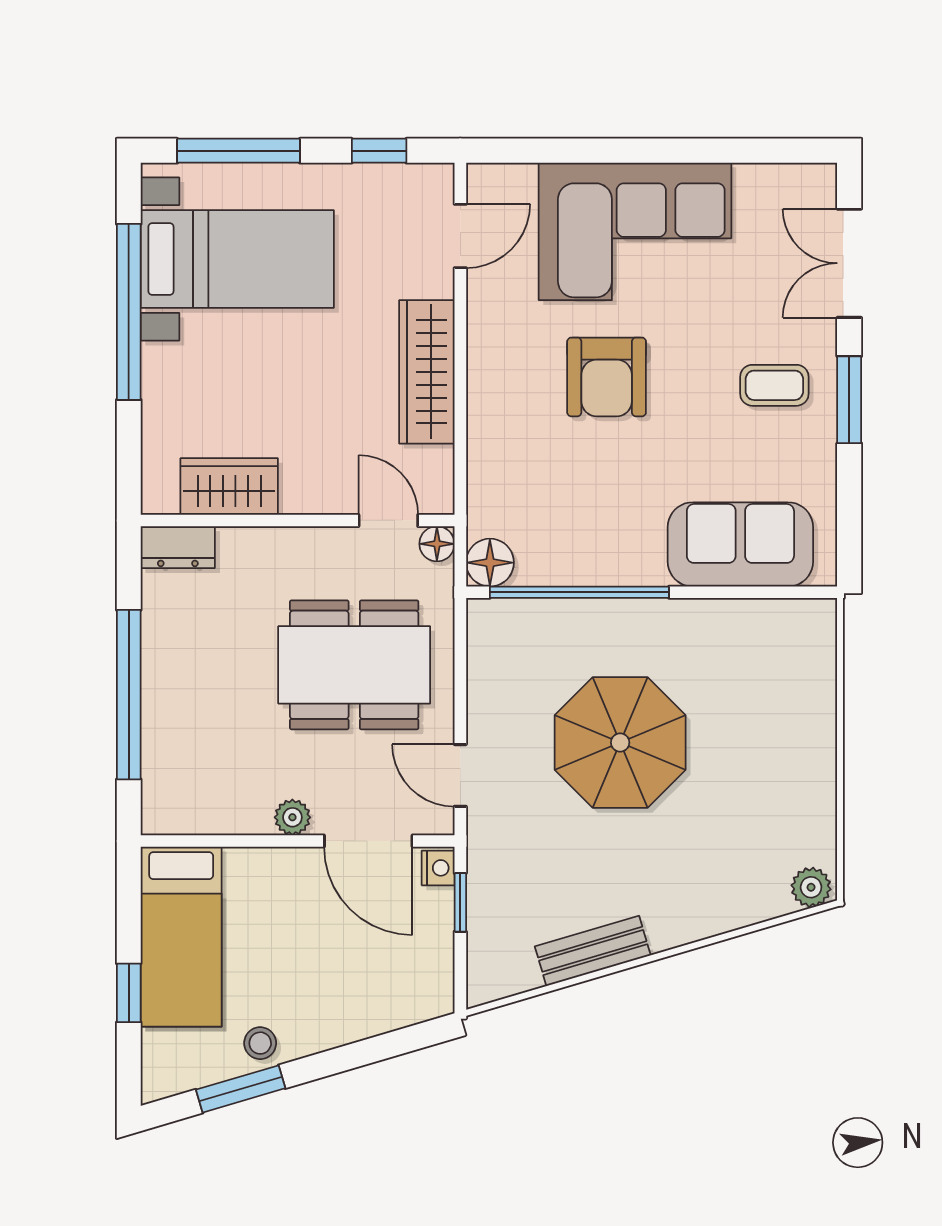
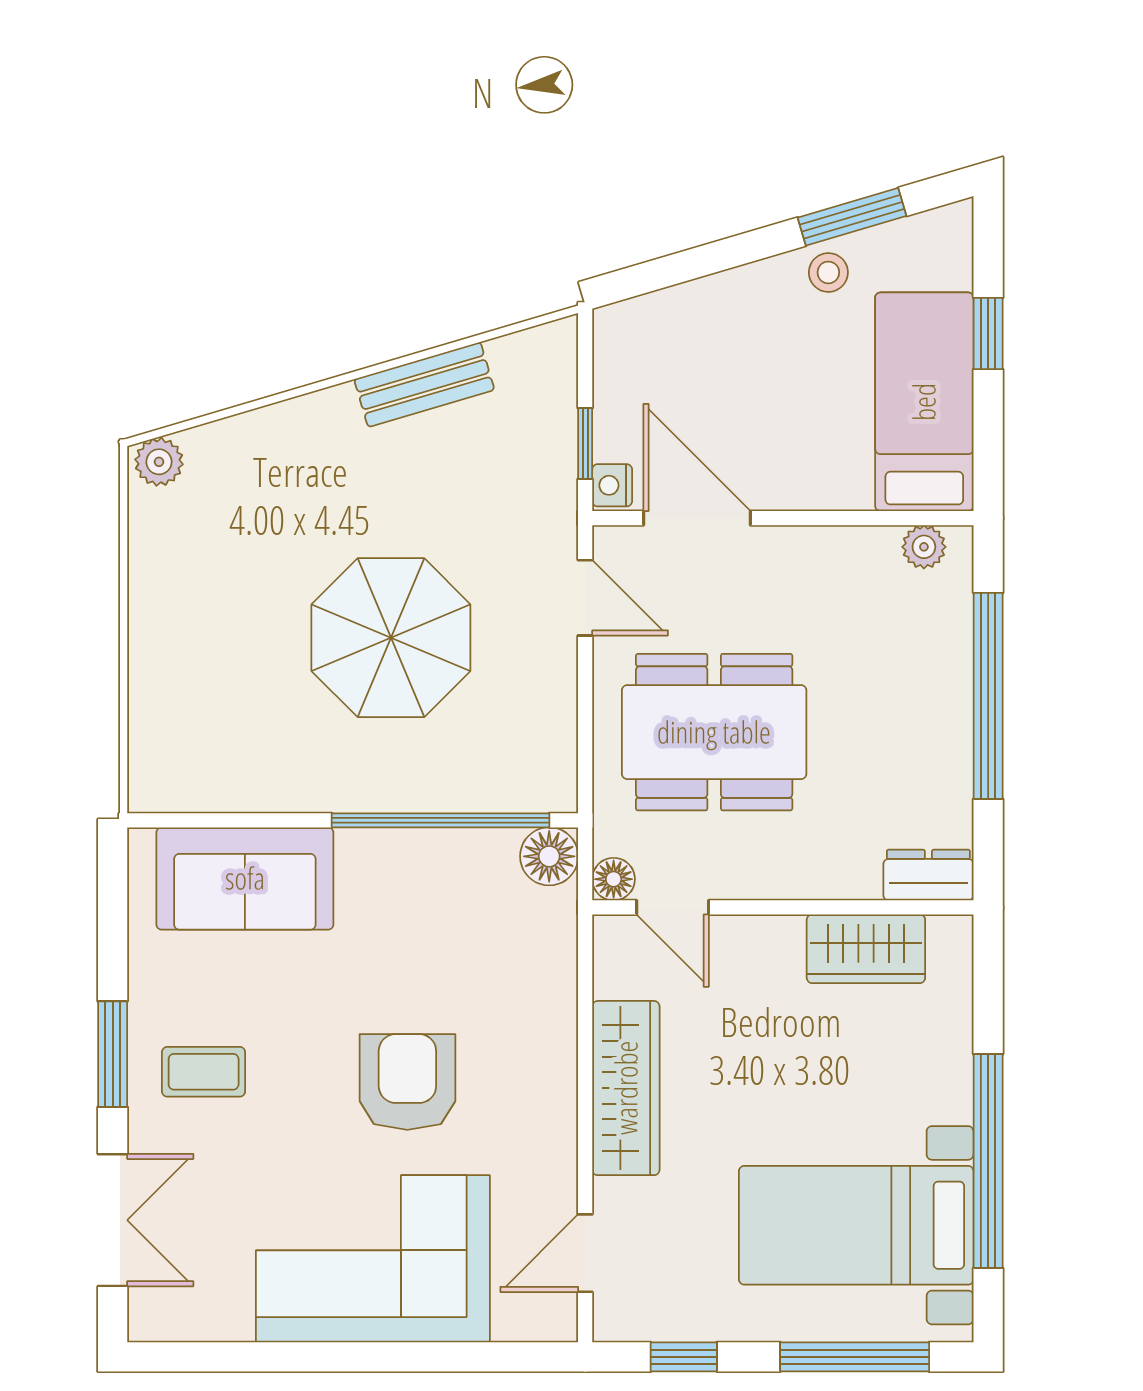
plant: (292, 817) -> (924, 547), moved

